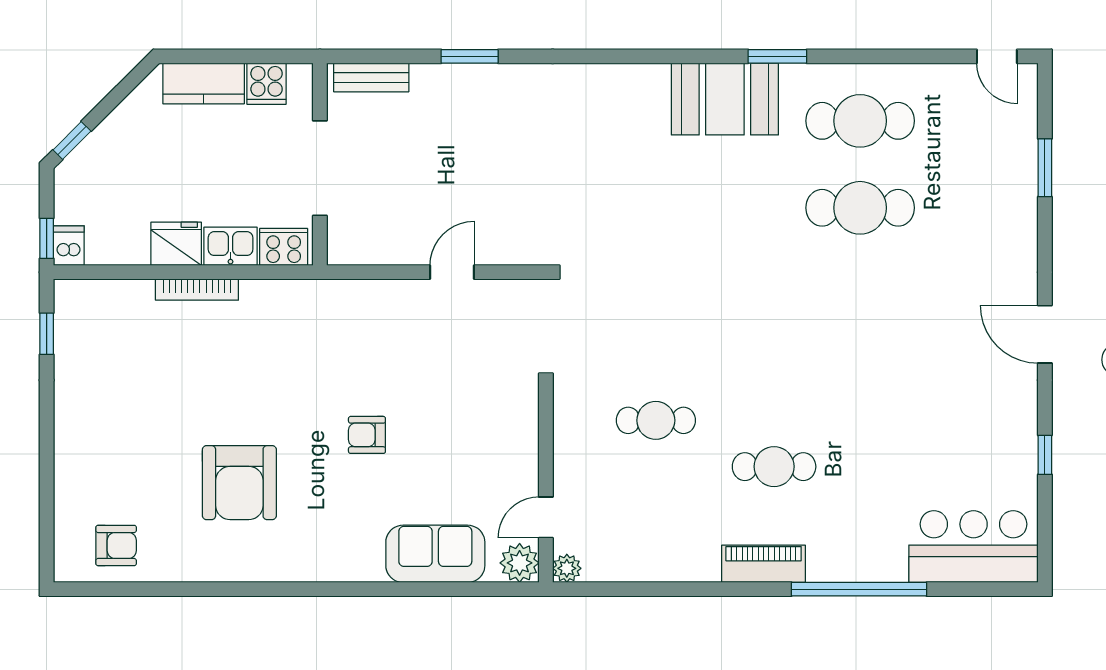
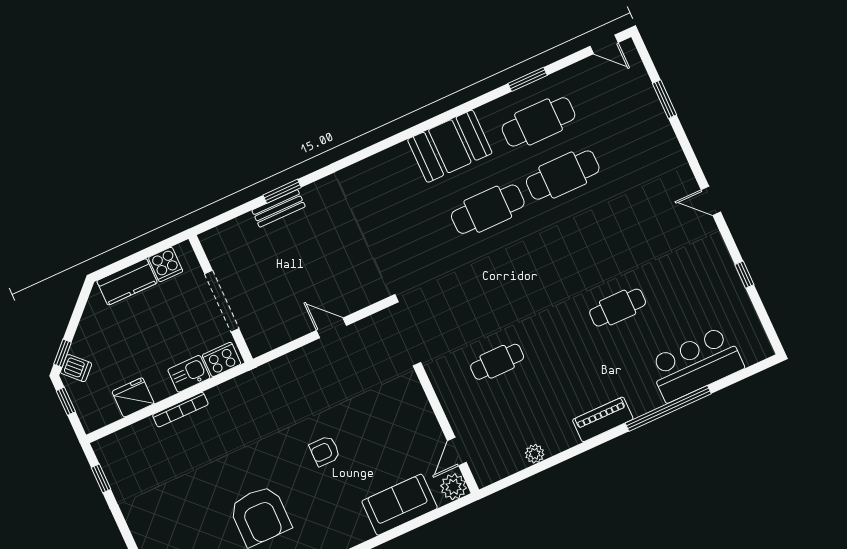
window: (777, 56) -> (528, 79), moved
bench: (371, 77) -> (279, 208), moved
cafe table: (737, 208) -> (488, 209), added
window: (47, 238) -> (66, 401), moved
fridge: (176, 244) -> (133, 397), moved
dishwasher: (69, 246) -> (76, 368), moved, turned 135
door: (452, 272) -> (331, 328), hinge flipped
door: (1045, 334) -> (711, 201), width x0.73
cafe table: (774, 467) -> (618, 308), moved
bar counter: (974, 547) -> (696, 364), moved
plant: (567, 568) -> (535, 454), moved

